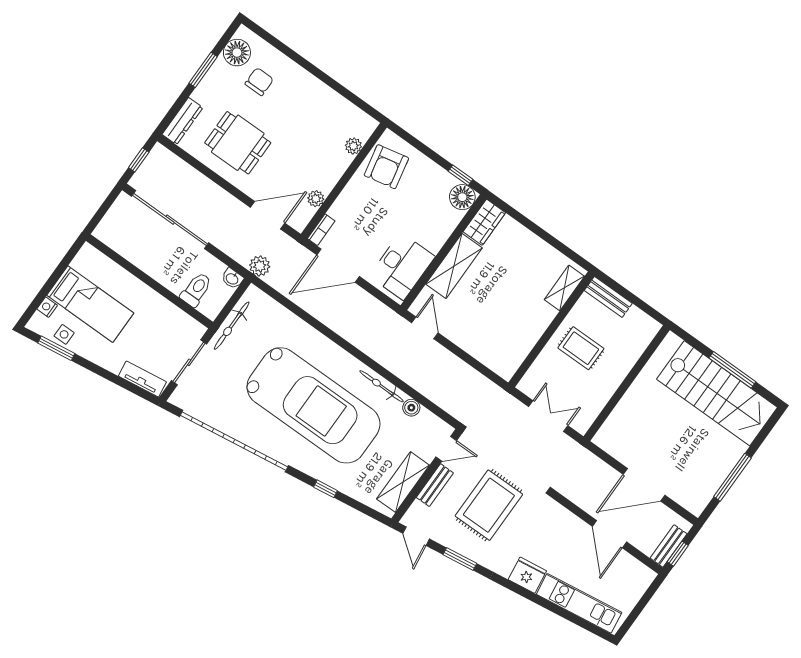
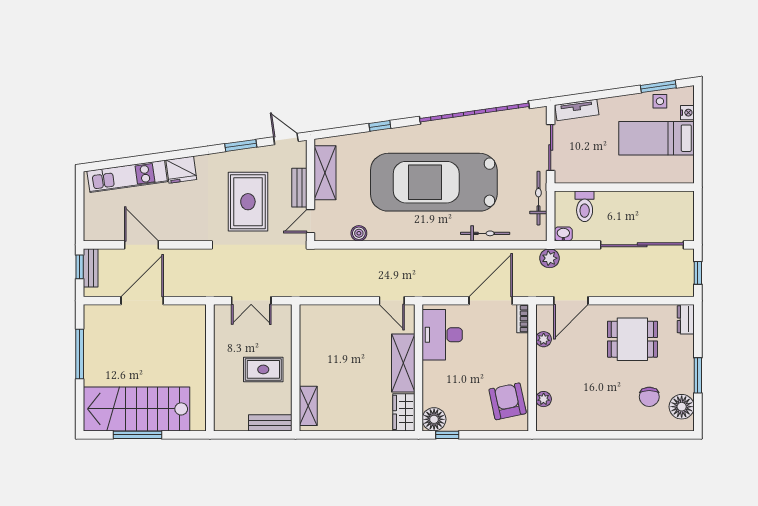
dresser: (182, 121) -> (686, 319), width x0.70
bicycle: (382, 386) -> (485, 233), moved

